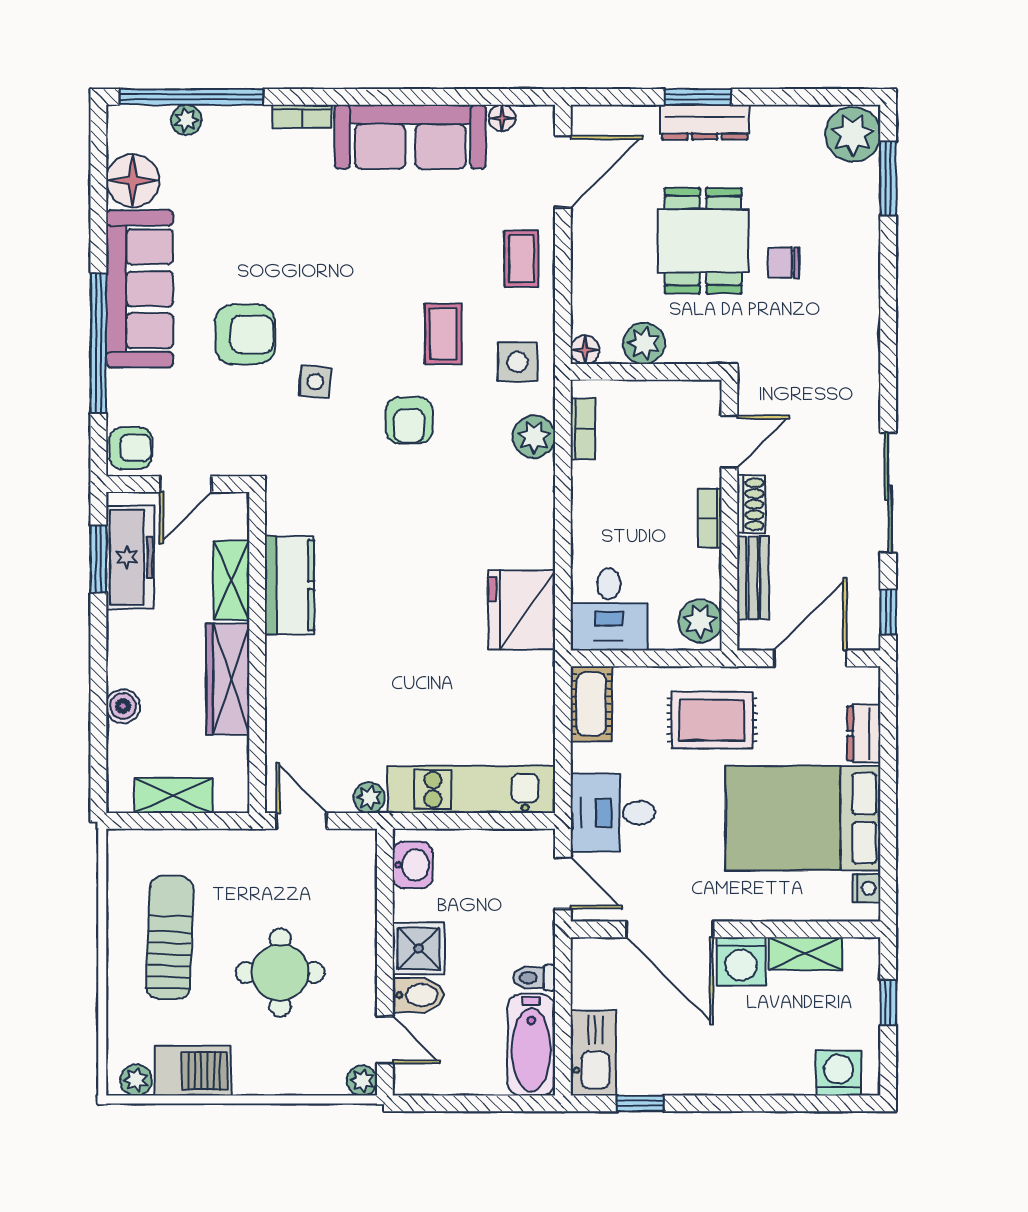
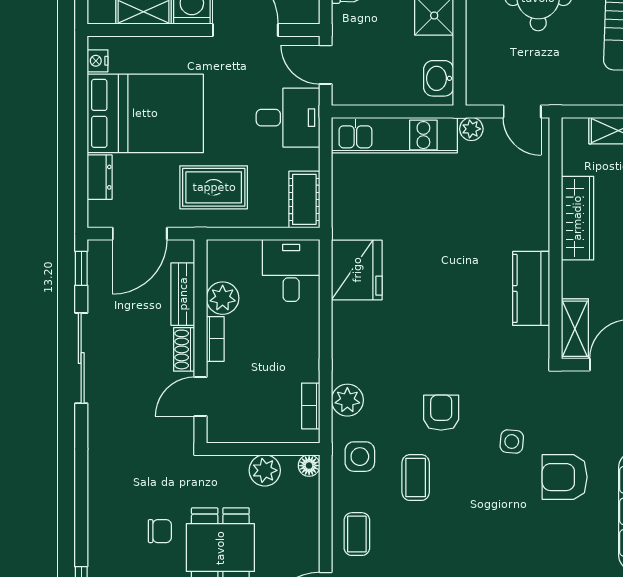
shelving: (231, 580) -> (575, 329), moved
plant: (700, 621) -> (223, 298), moved

